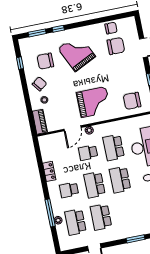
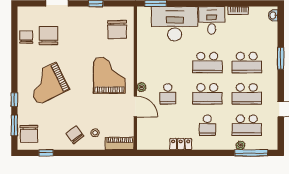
chair: (45, 61) -> (29, 134), moved
school desk: (114, 148) -> (247, 63), moved
window: (50, 213) -> (251, 153), moved

